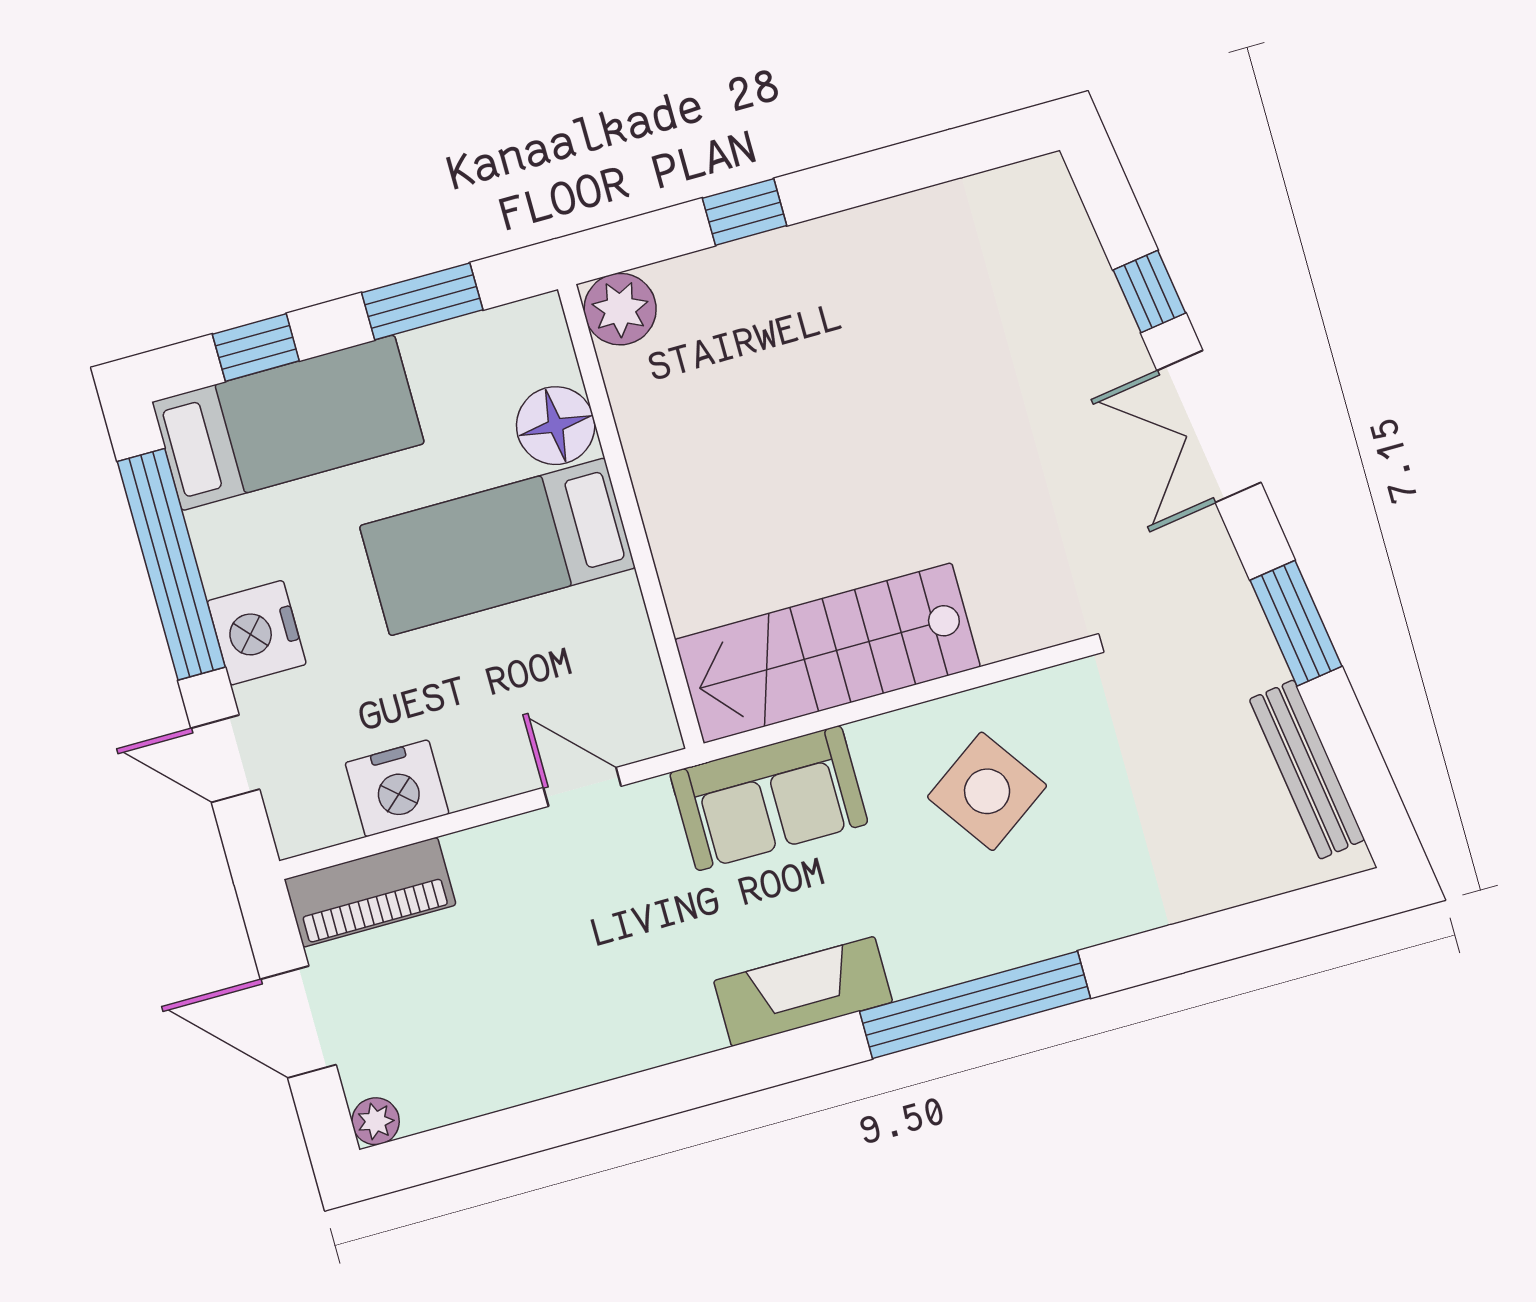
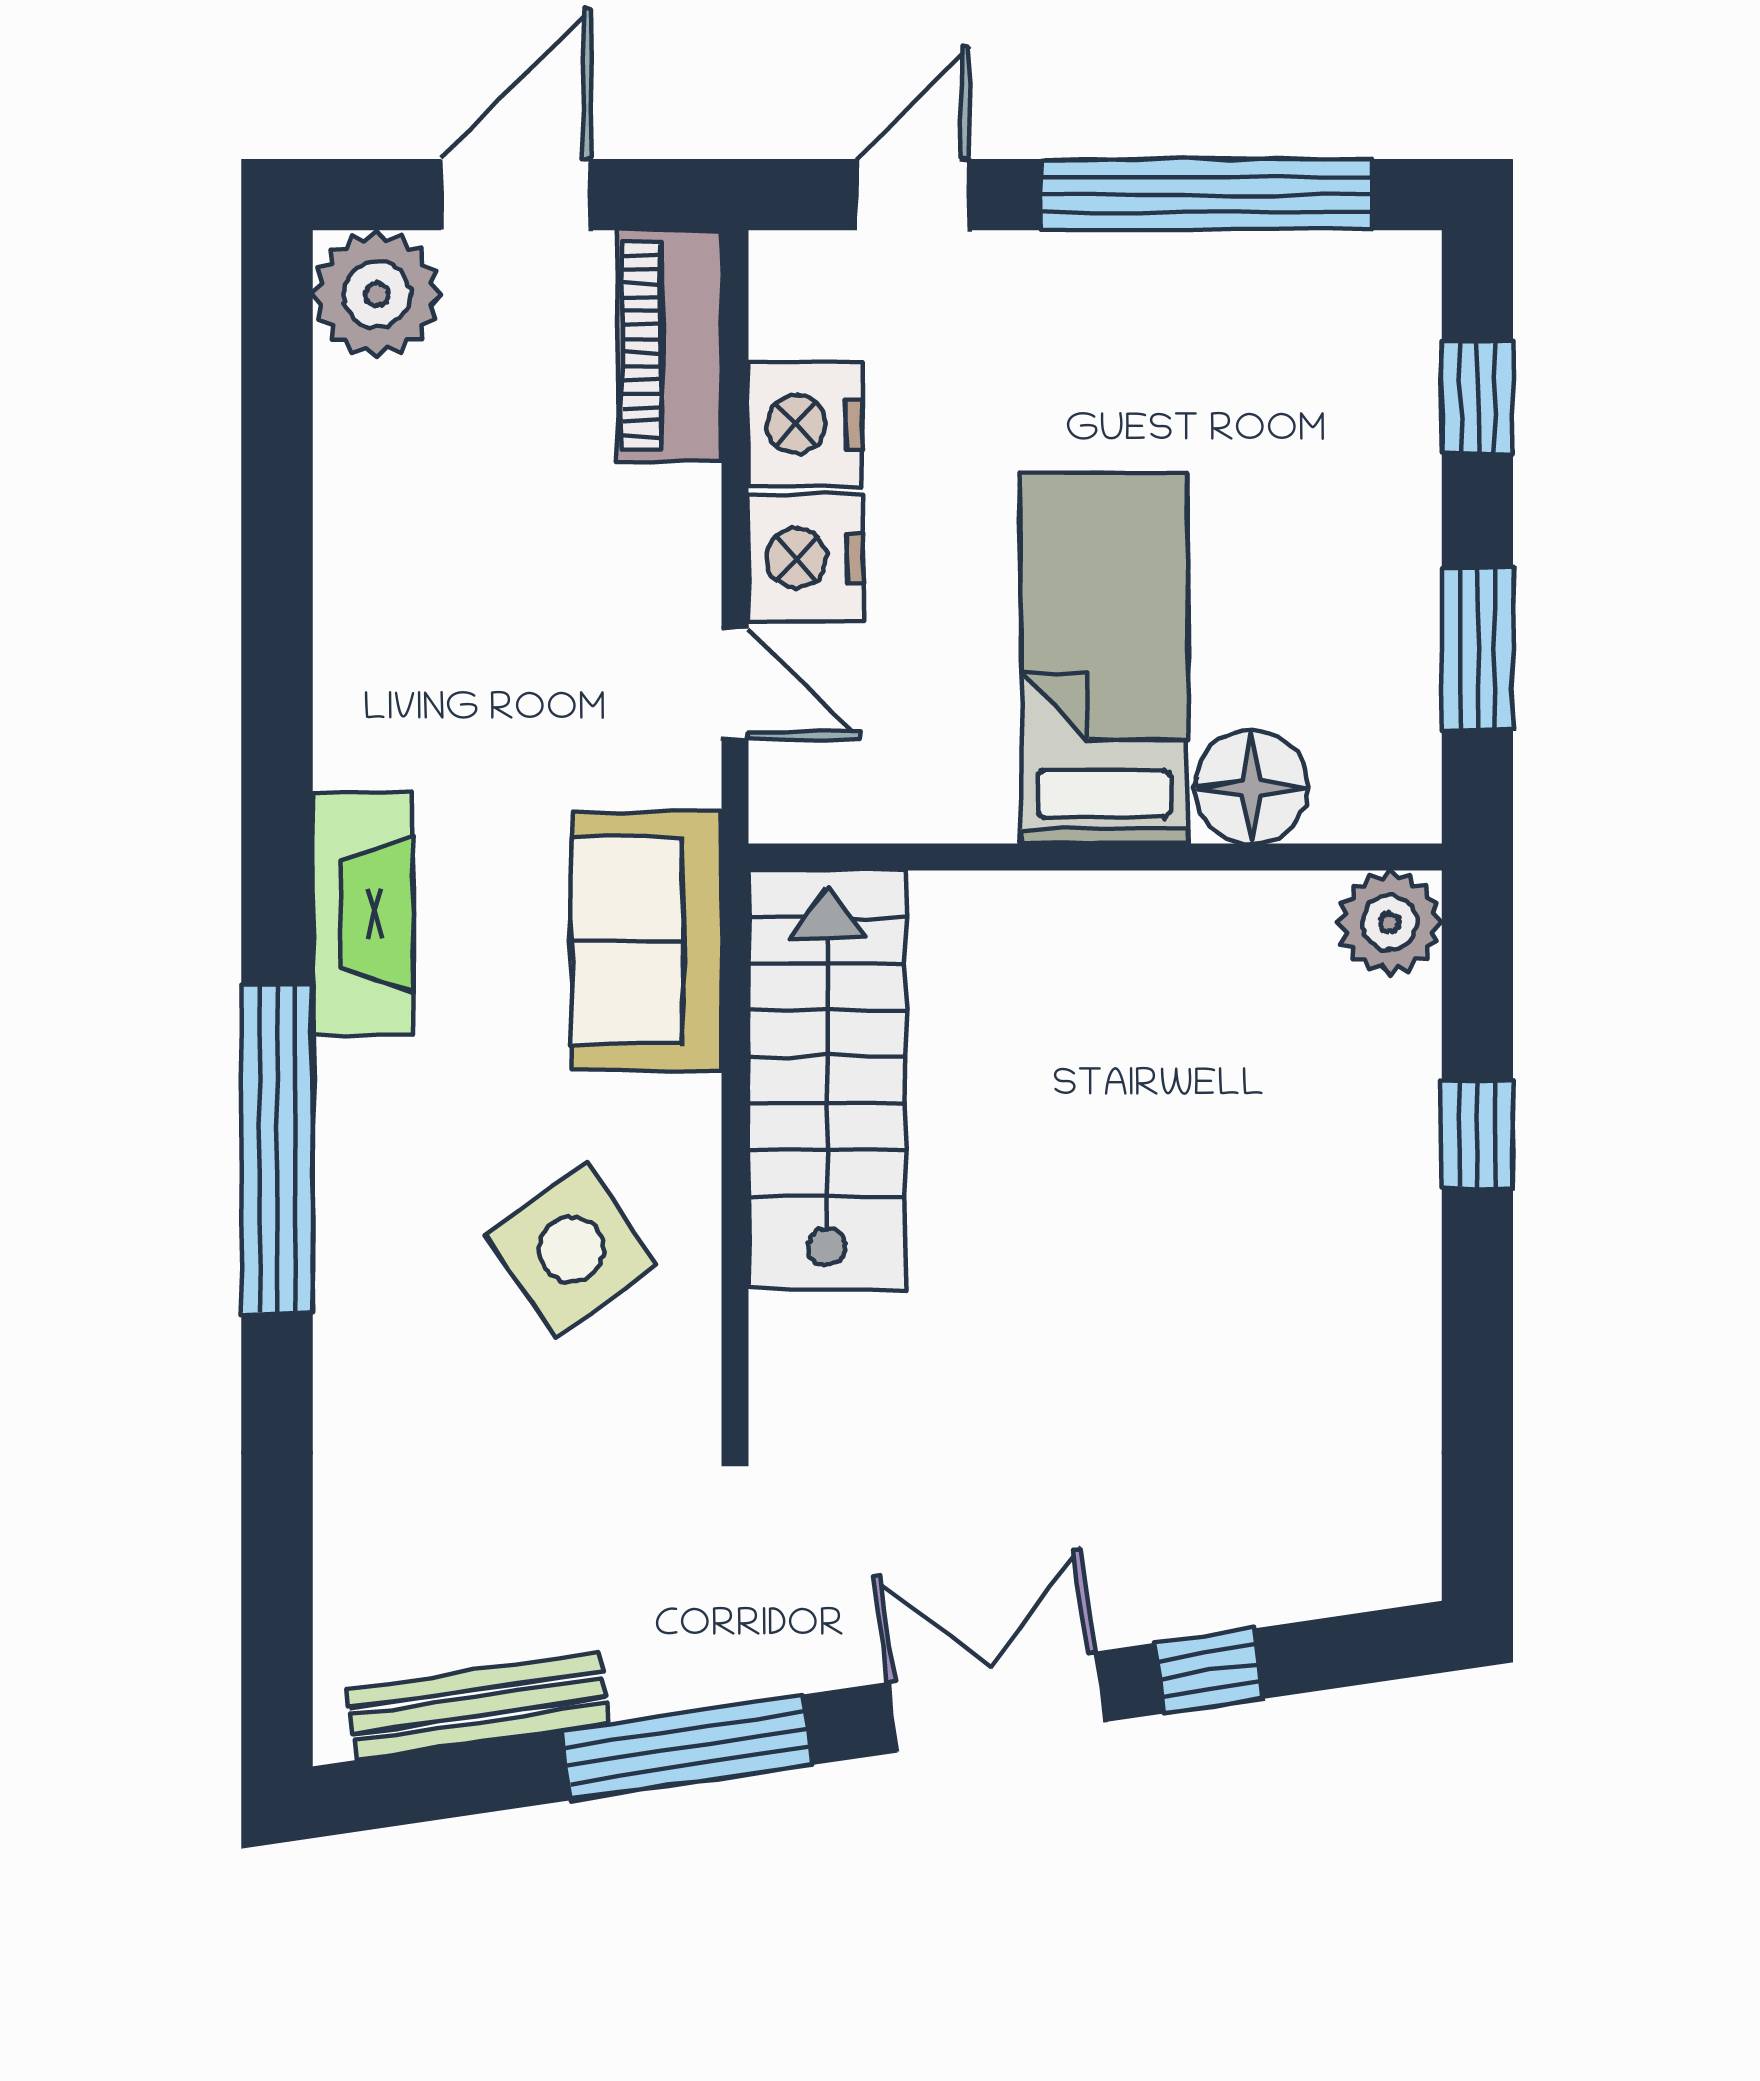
bed: (288, 423) -> (1359, 413), removed
window: (1296, 623) -> (687, 1747), width x1.44
nightstand: (257, 633) -> (806, 558), moved, turned -90
door: (582, 787) -> (735, 684), hinge flipped
plant: (376, 1121) -> (377, 294), width x1.88, depth x1.88

